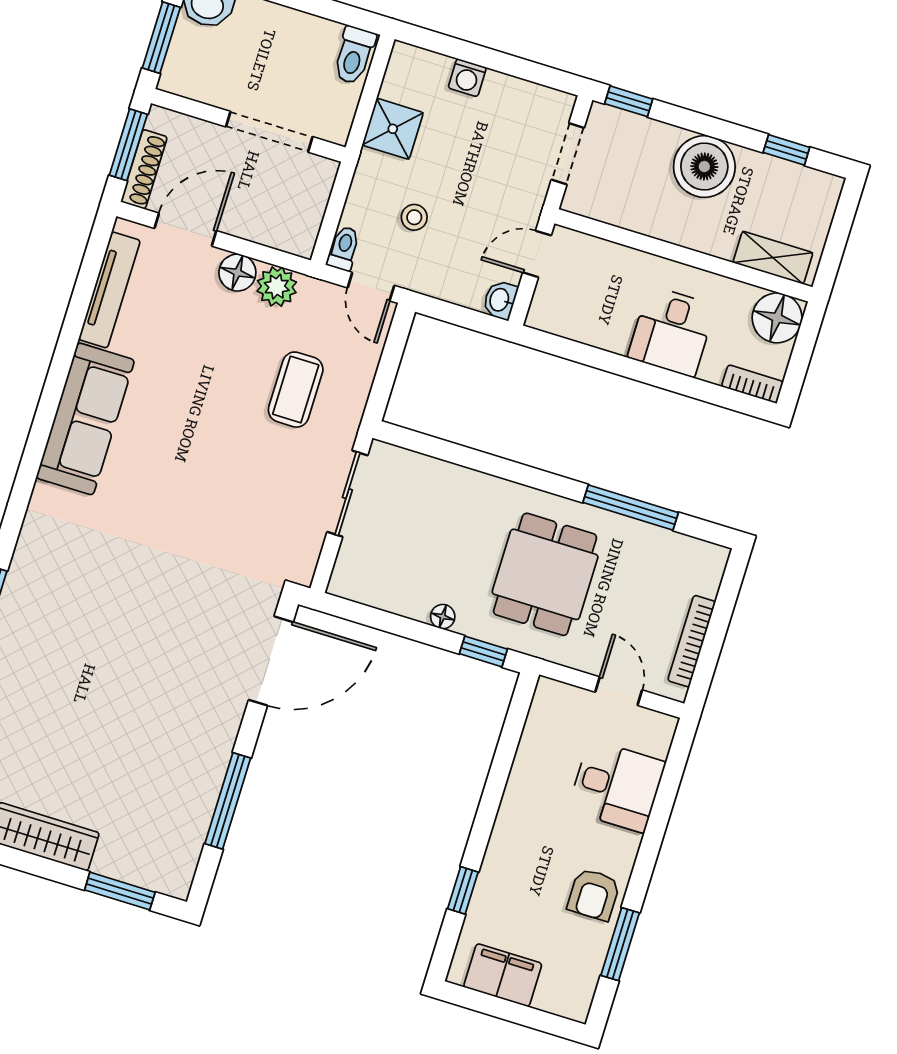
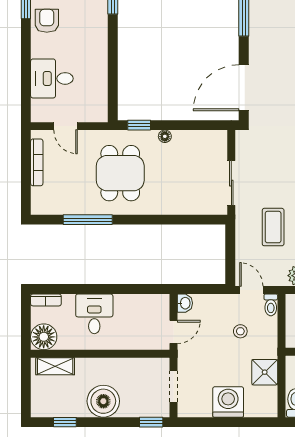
washing machine: (467, 78) -> (228, 402), width x1.89, depth x1.89

